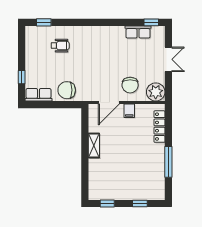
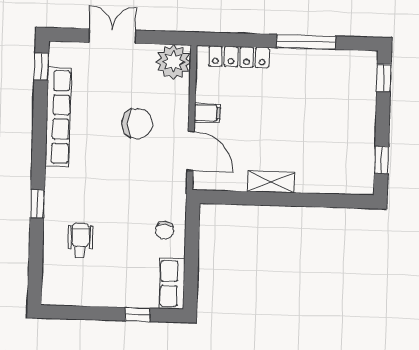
window: (44, 22) -> (37, 204), moved
row of seats: (138, 32) -> (58, 117), width x2.02
chair: (130, 85) -> (137, 124), moved
chair: (67, 90) -> (165, 230), width x0.54, depth x0.54
window: (140, 204) -> (384, 78), moved

